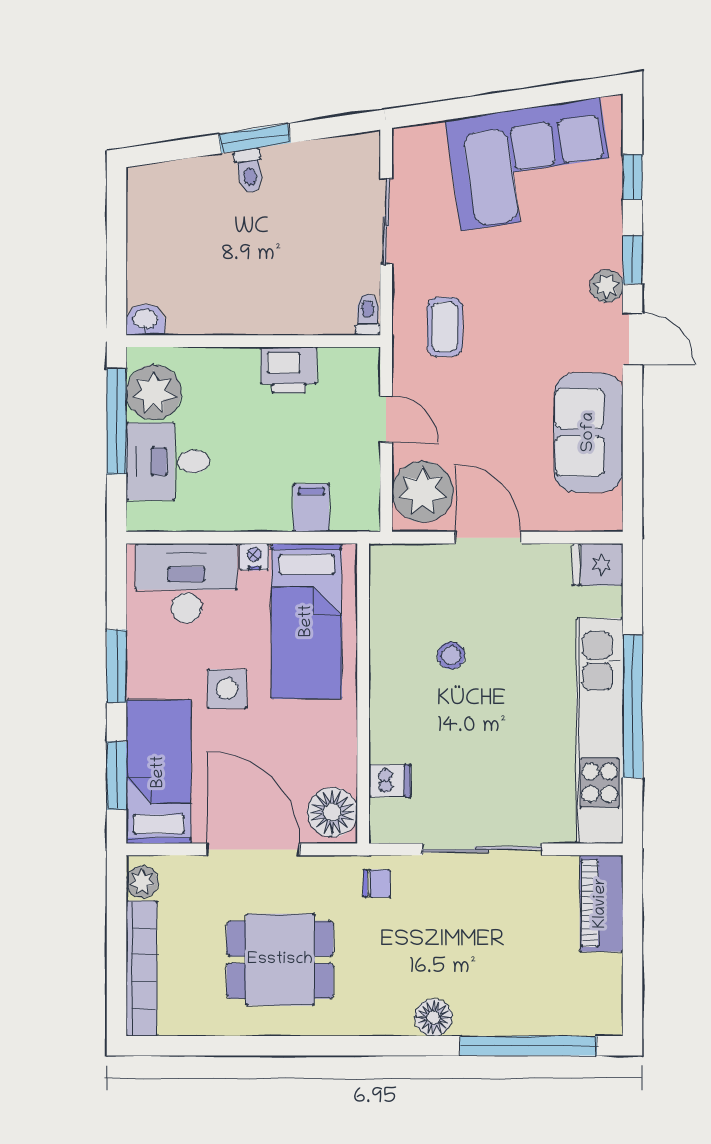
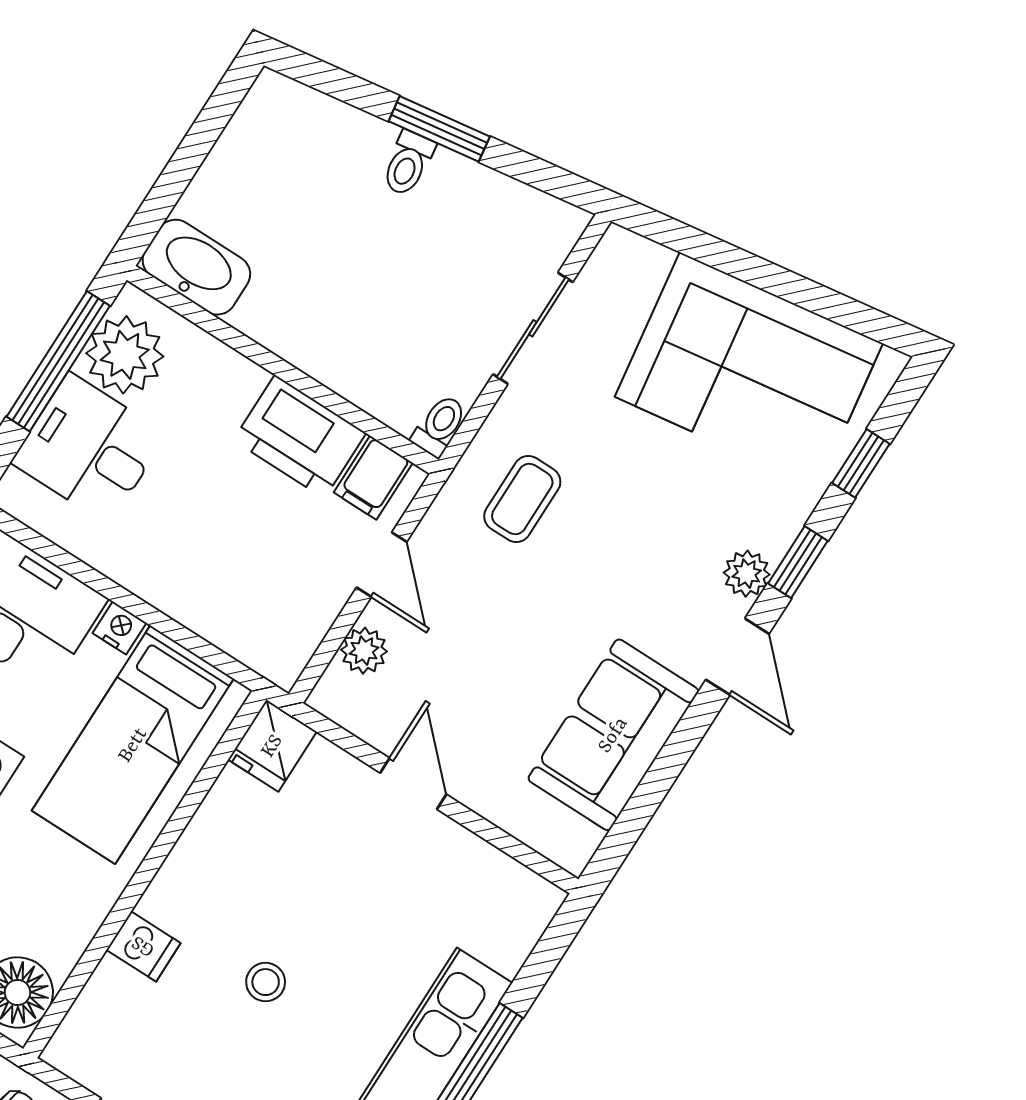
washbasin: (145, 320) -> (196, 267), width x1.91, depth x1.45
printer: (289, 370) -> (300, 437), width x1.37, depth x1.19
plant: (423, 492) -> (364, 651), width x0.53, depth x0.53
filing cabinet: (311, 508) -> (373, 478), moved, turned 180
door: (488, 538) -> (413, 784), width x0.73
fridge: (598, 564) -> (272, 746), moved, turned -90
stool: (451, 655) -> (266, 982), moved
dishwasher: (390, 781) -> (143, 946), moved

